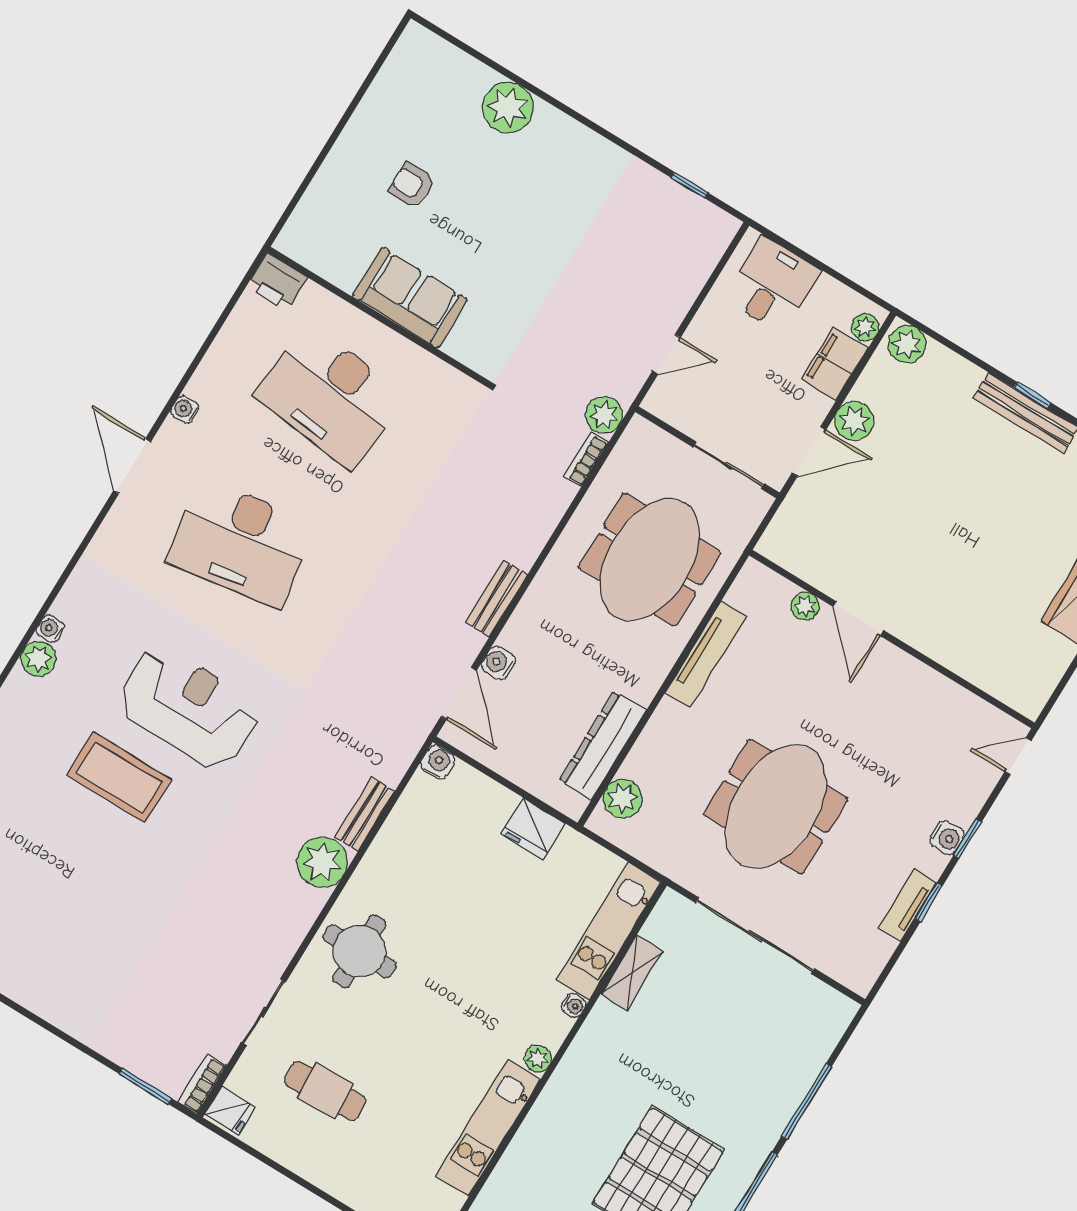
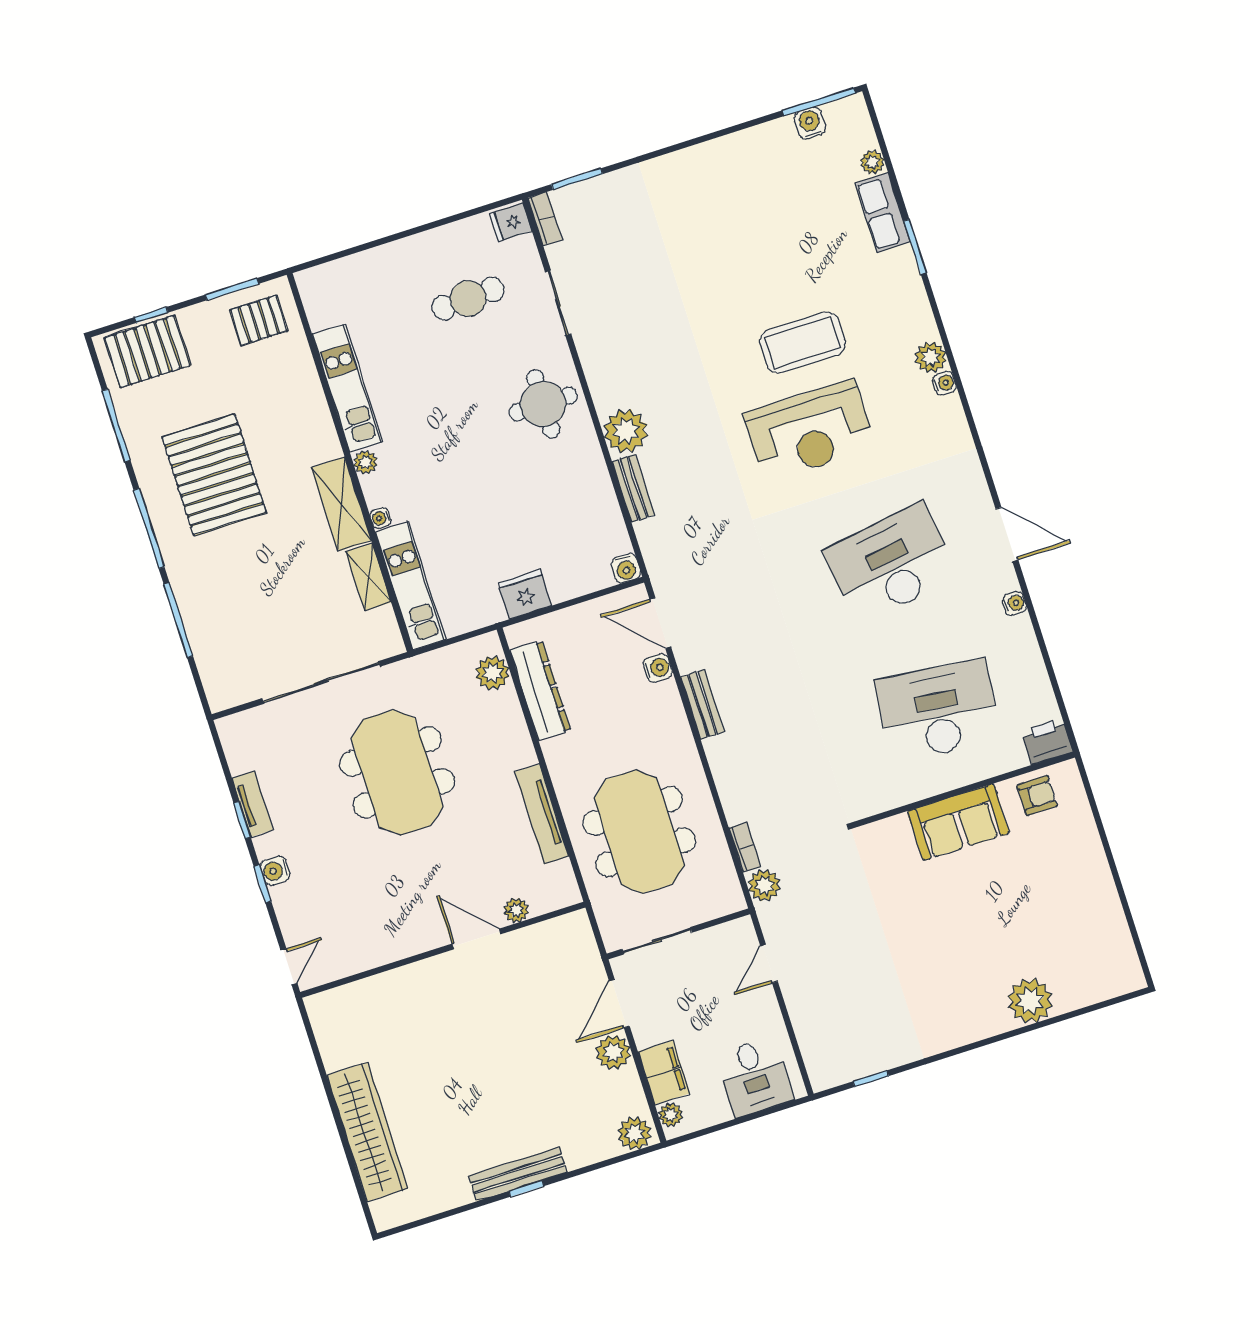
armchair: (412, 186) -> (1037, 795), moved
shelving: (590, 1048) -> (341, 504), added

